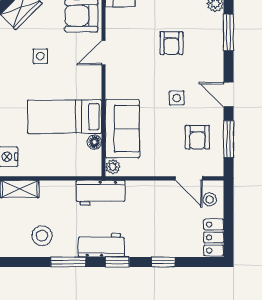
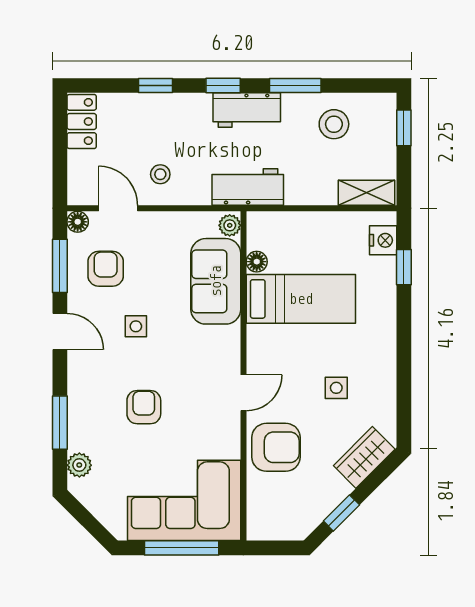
floor lamp: (216, 169) -> (78, 222), added
stool: (210, 199) -> (160, 174), moved

